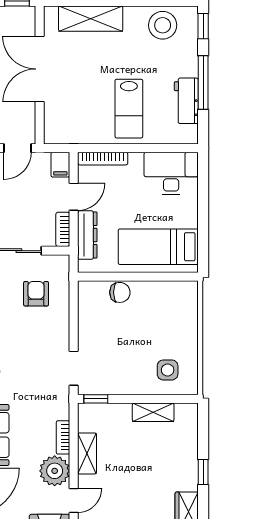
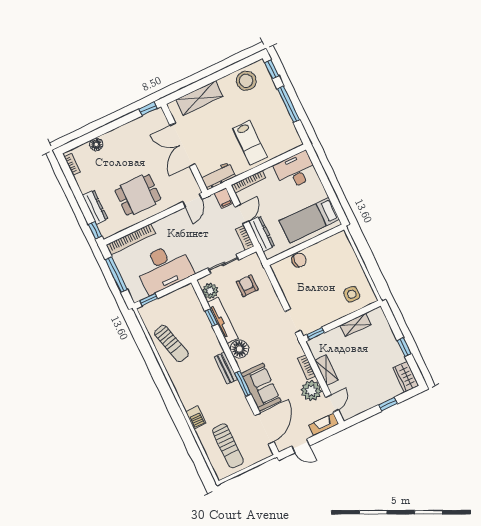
workbench: (186, 101) -> (218, 176), moved, turned 90

